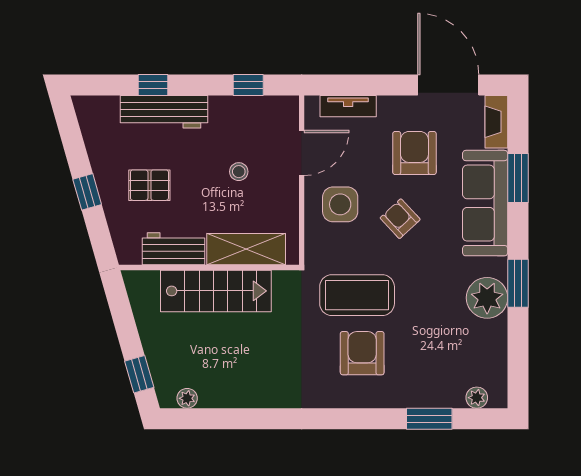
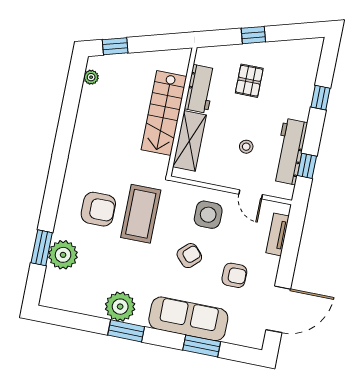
workbench: (164, 112) -> (290, 152), moved
fireplace: (496, 122) -> (245, 338), removed
door: (302, 153) -> (251, 194), width x0.73
armchair: (414, 153) -> (234, 275), width x0.72, depth x0.72
plant: (477, 398) -> (63, 255), moved, width x1.88, depth x1.88

